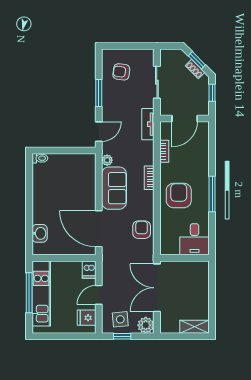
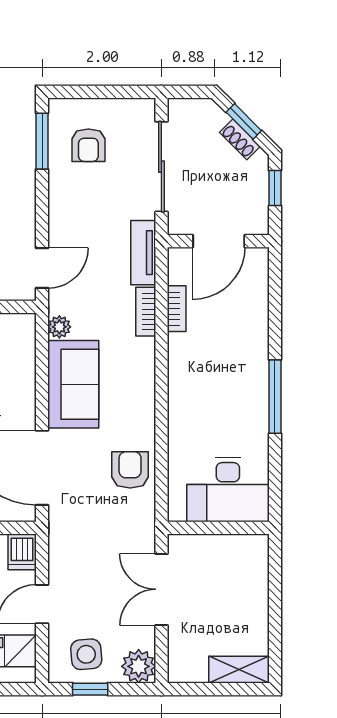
armchair: (121, 72) -> (88, 145), turned -98
sliding door: (157, 82) -> (161, 167), width x1.37
window: (99, 93) -> (42, 141), moved
bookcase: (149, 178) -> (146, 312), moved
armchair: (179, 195) -> (206, 399), removed
desk: (195, 239) -> (228, 490), width x1.37
double door: (157, 288) -> (161, 589), width x0.73

